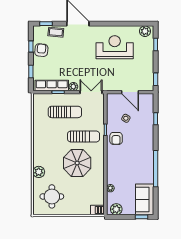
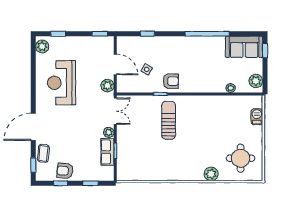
row of seats: (52, 86) -> (107, 152), width x0.68
plant: (112, 86) -> (107, 86), added
double door: (91, 92) -> (115, 111), swing flipped
door: (130, 92) -> (115, 64), hinge flipped
sun lounger: (65, 112) -> (139, 143), removed
parasol: (77, 163) -> (200, 128), removed
barbecue: (97, 210) -> (257, 117), moved

